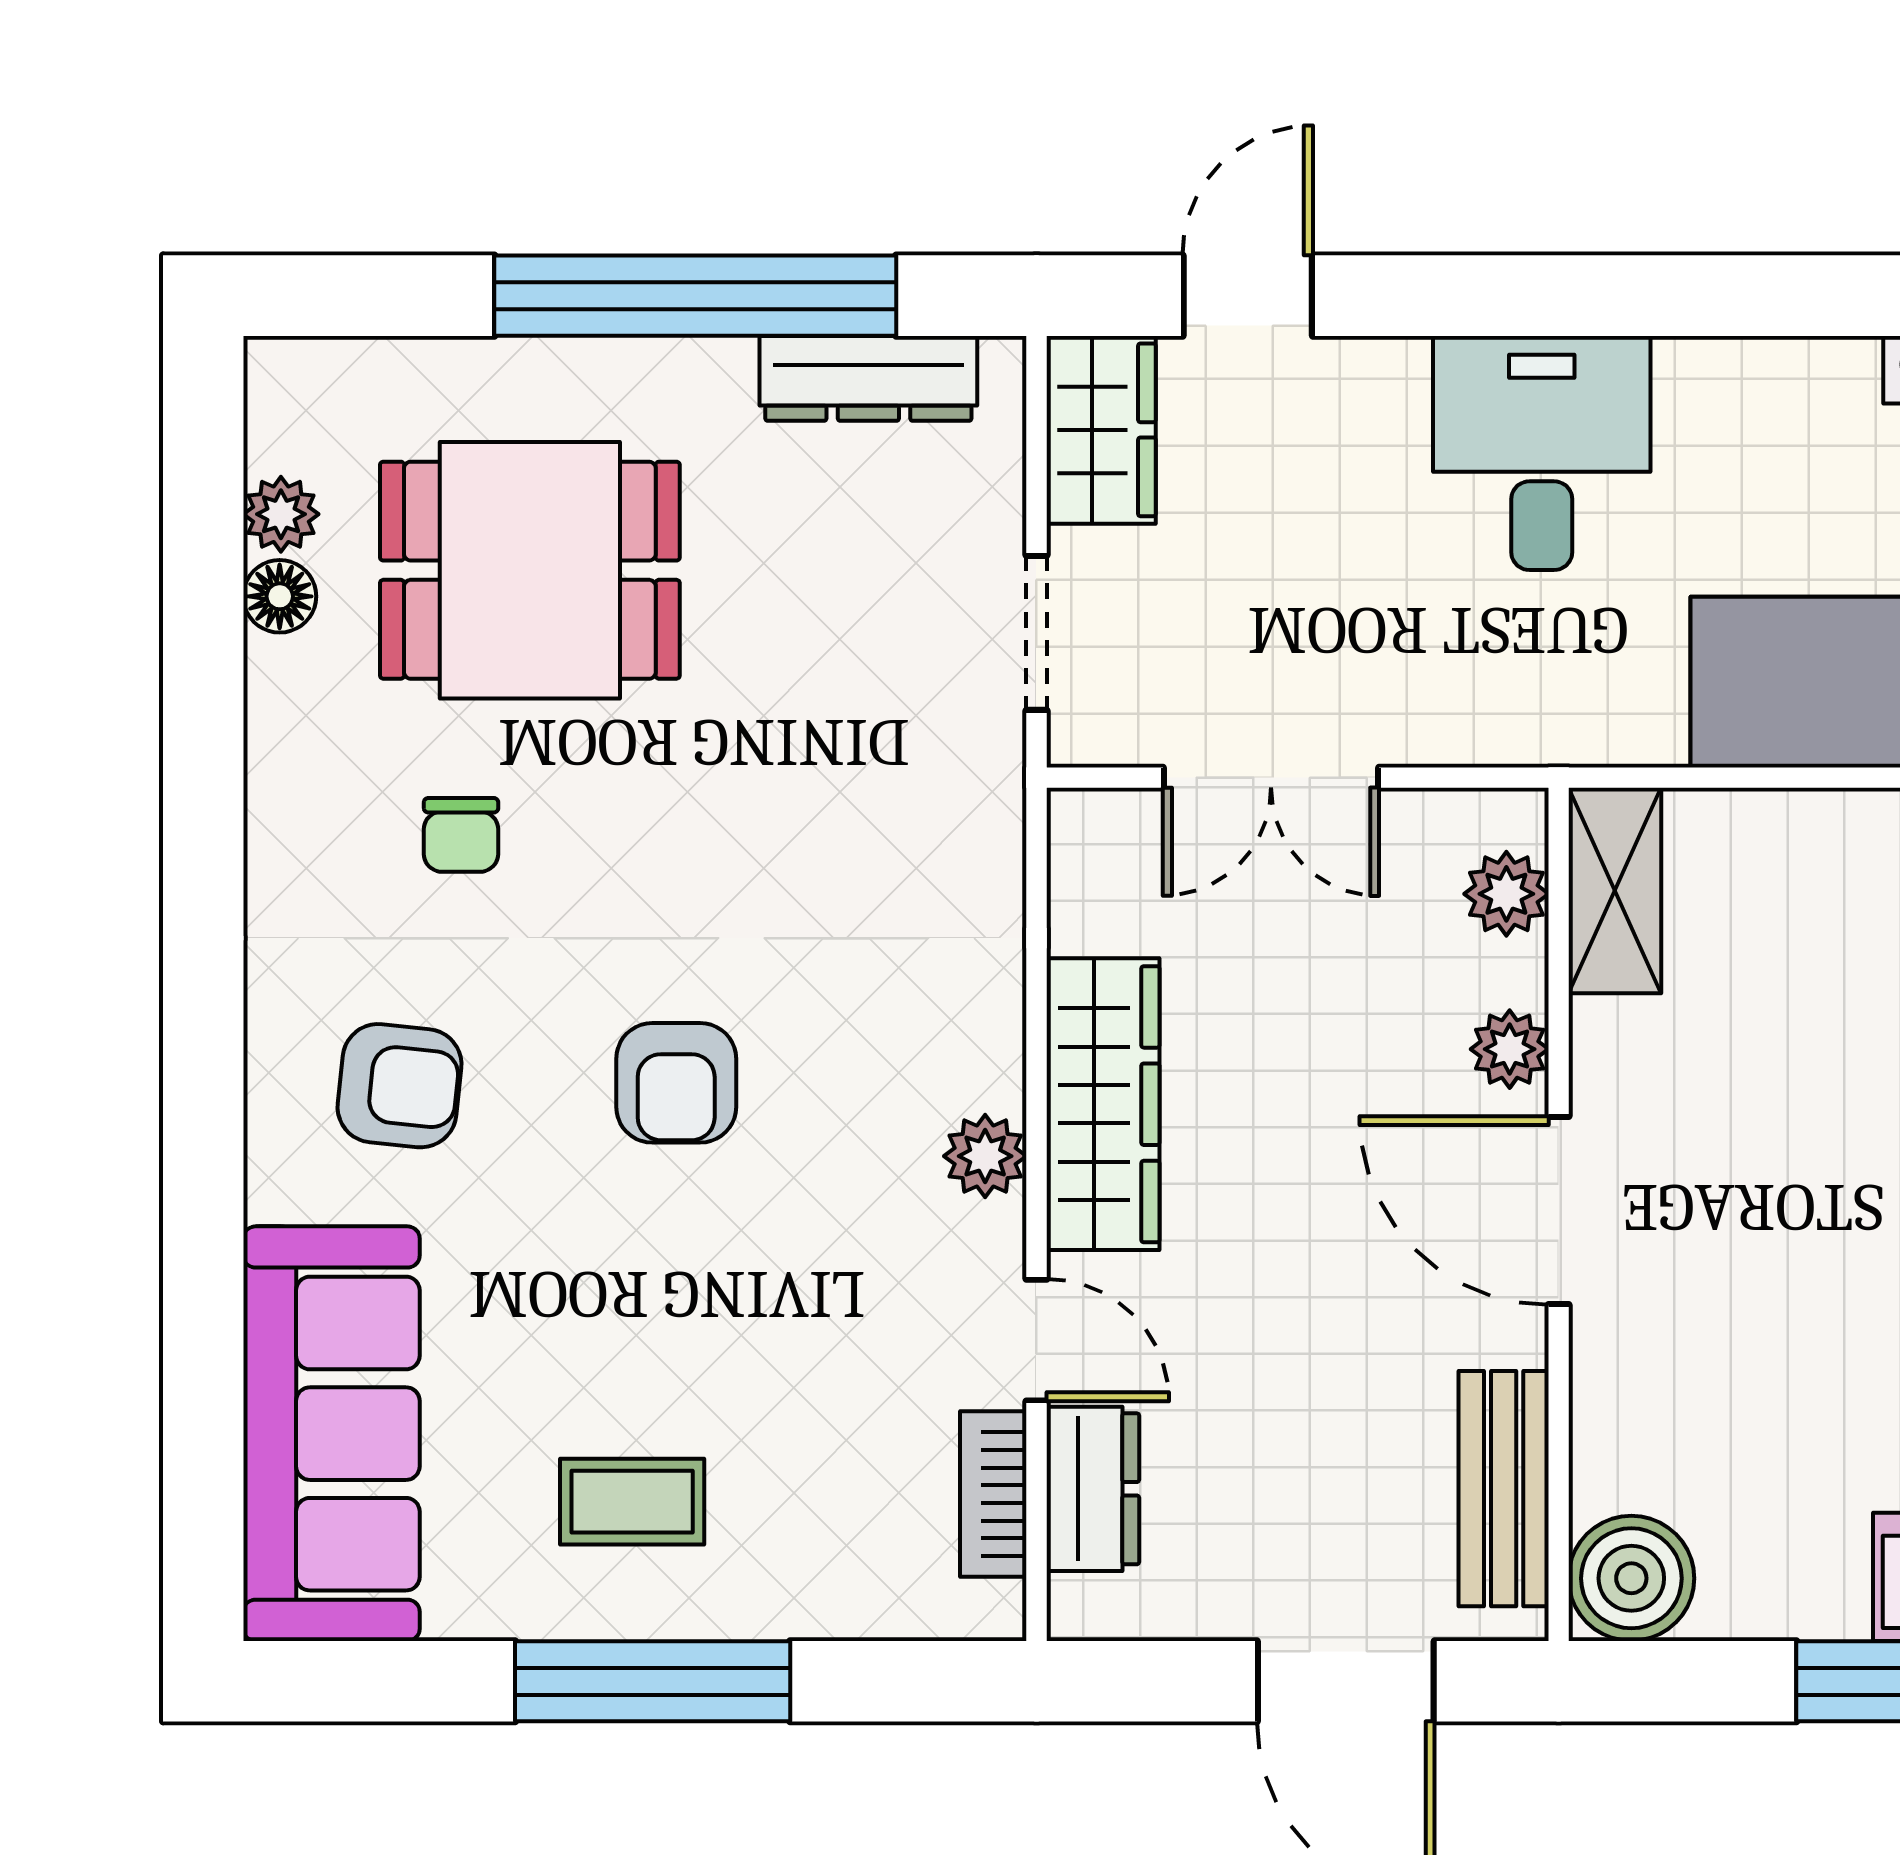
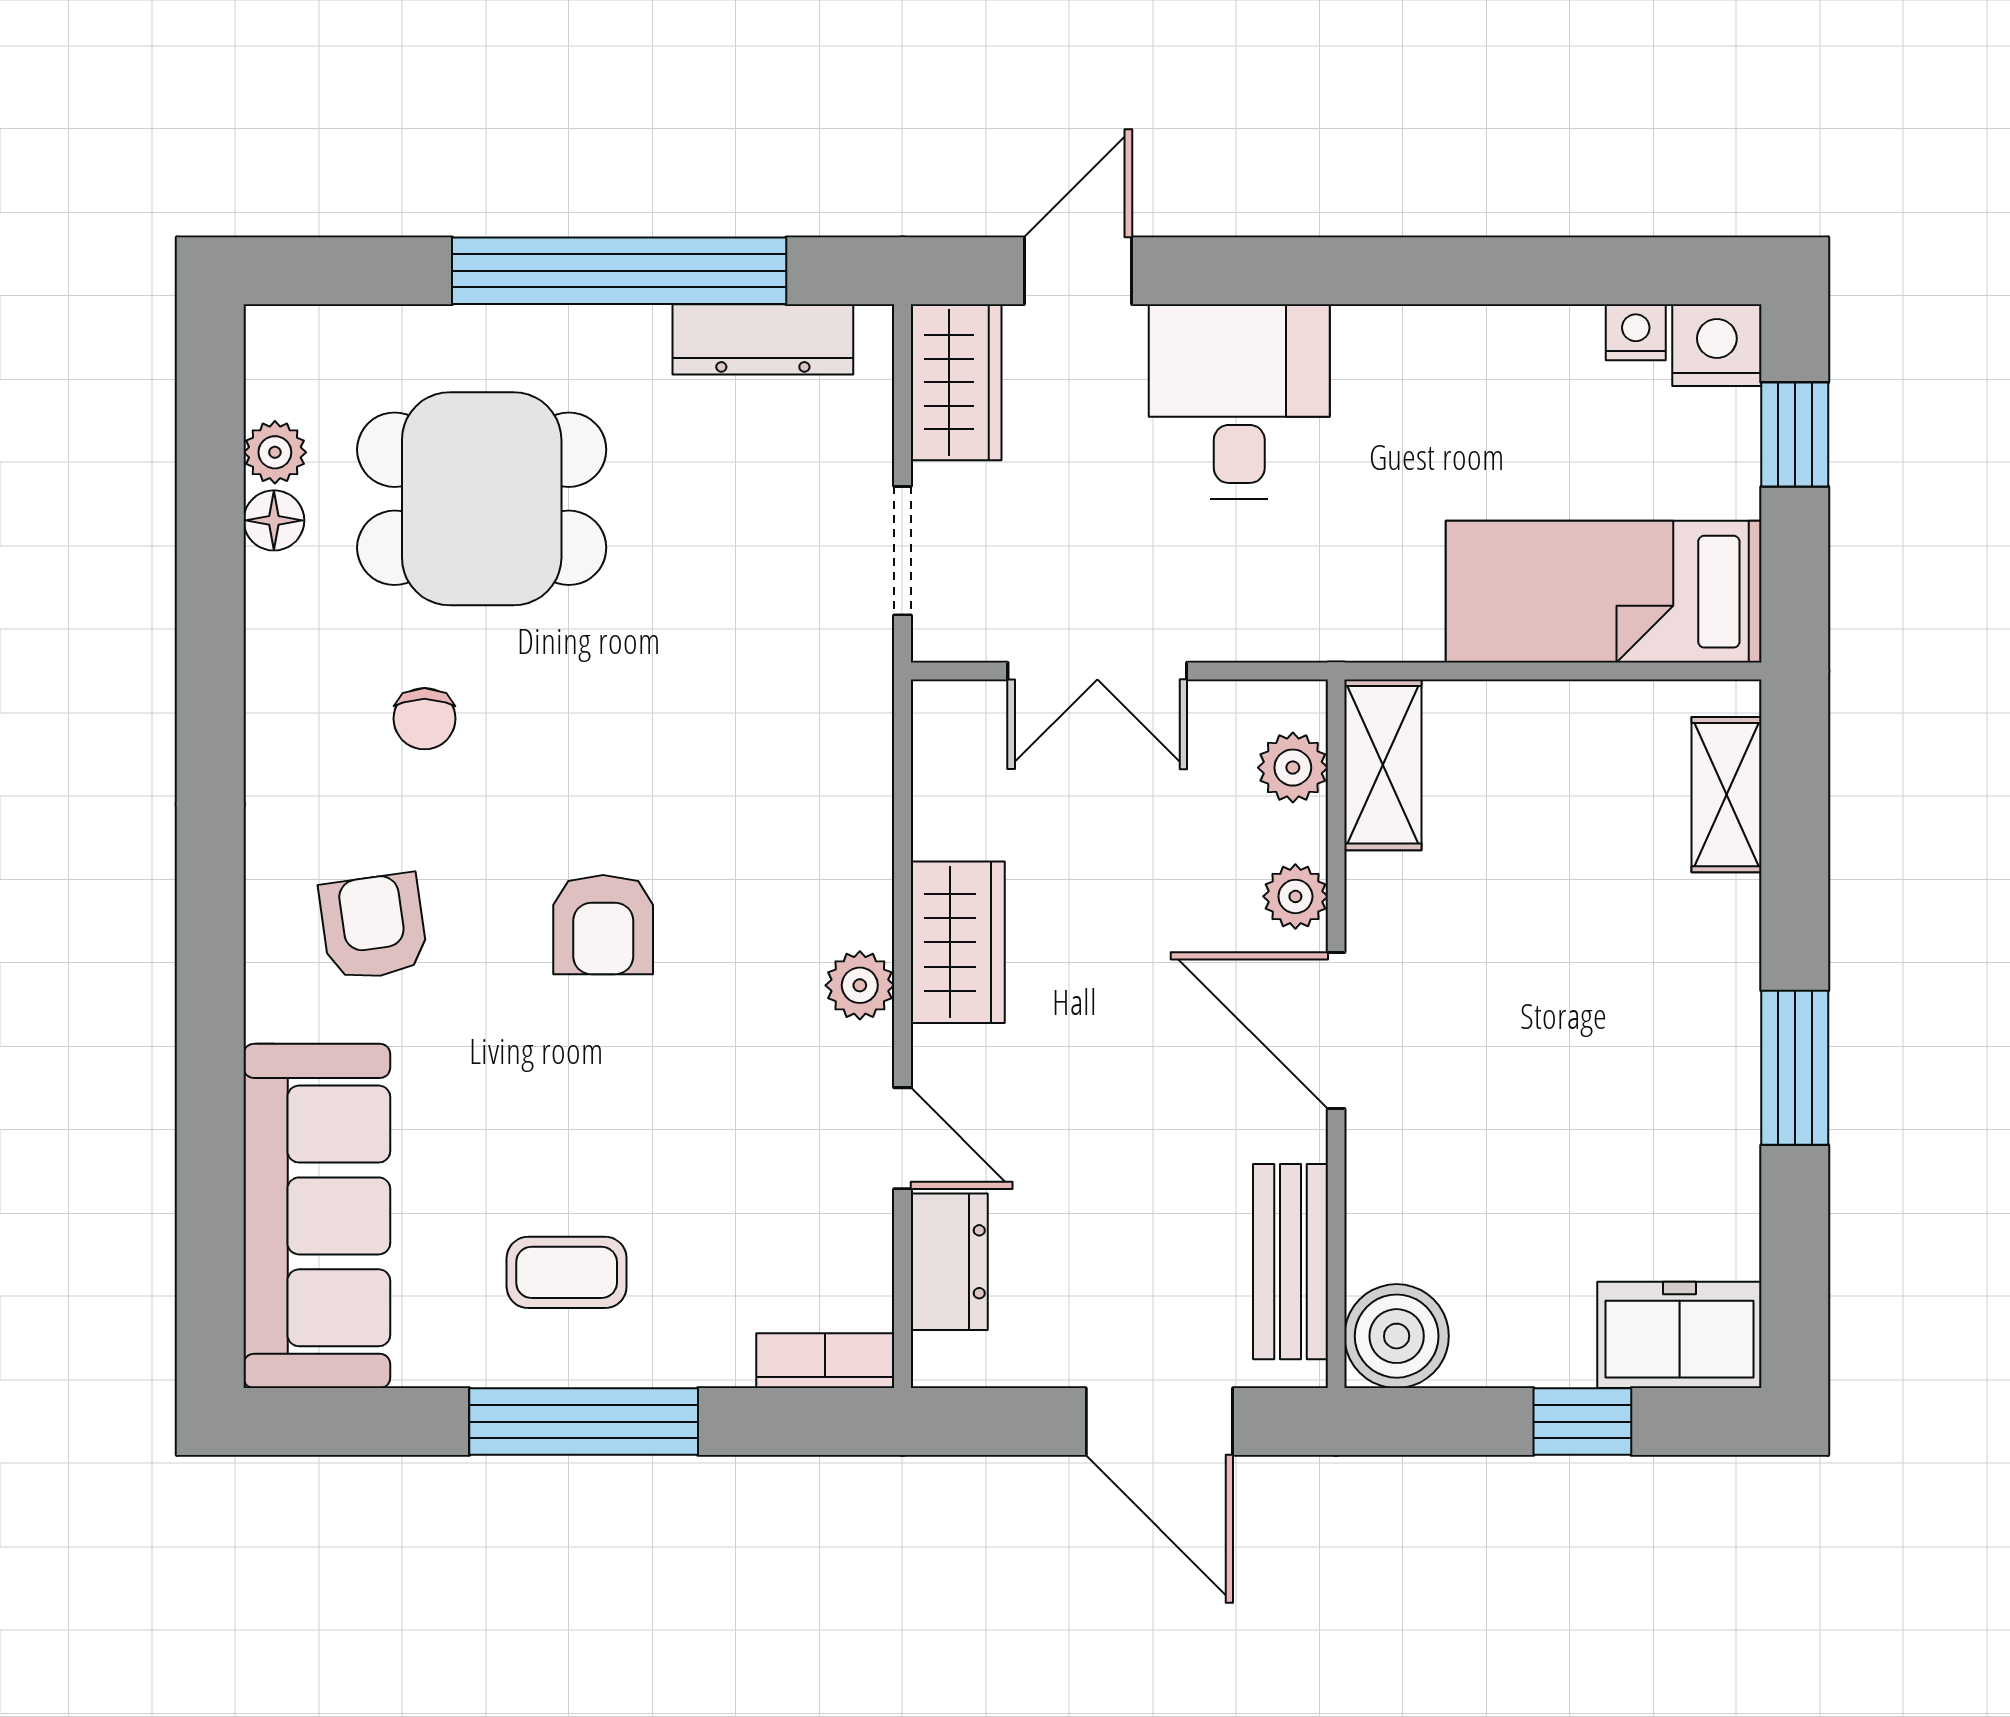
desk: (1542, 453) -> (1239, 401), moved
armchair: (399, 1086) -> (373, 927), turned -104
wardrobe: (1103, 1104) -> (958, 942), width x0.67
bookcase: (993, 1494) -> (825, 1361), moved, turned 90

